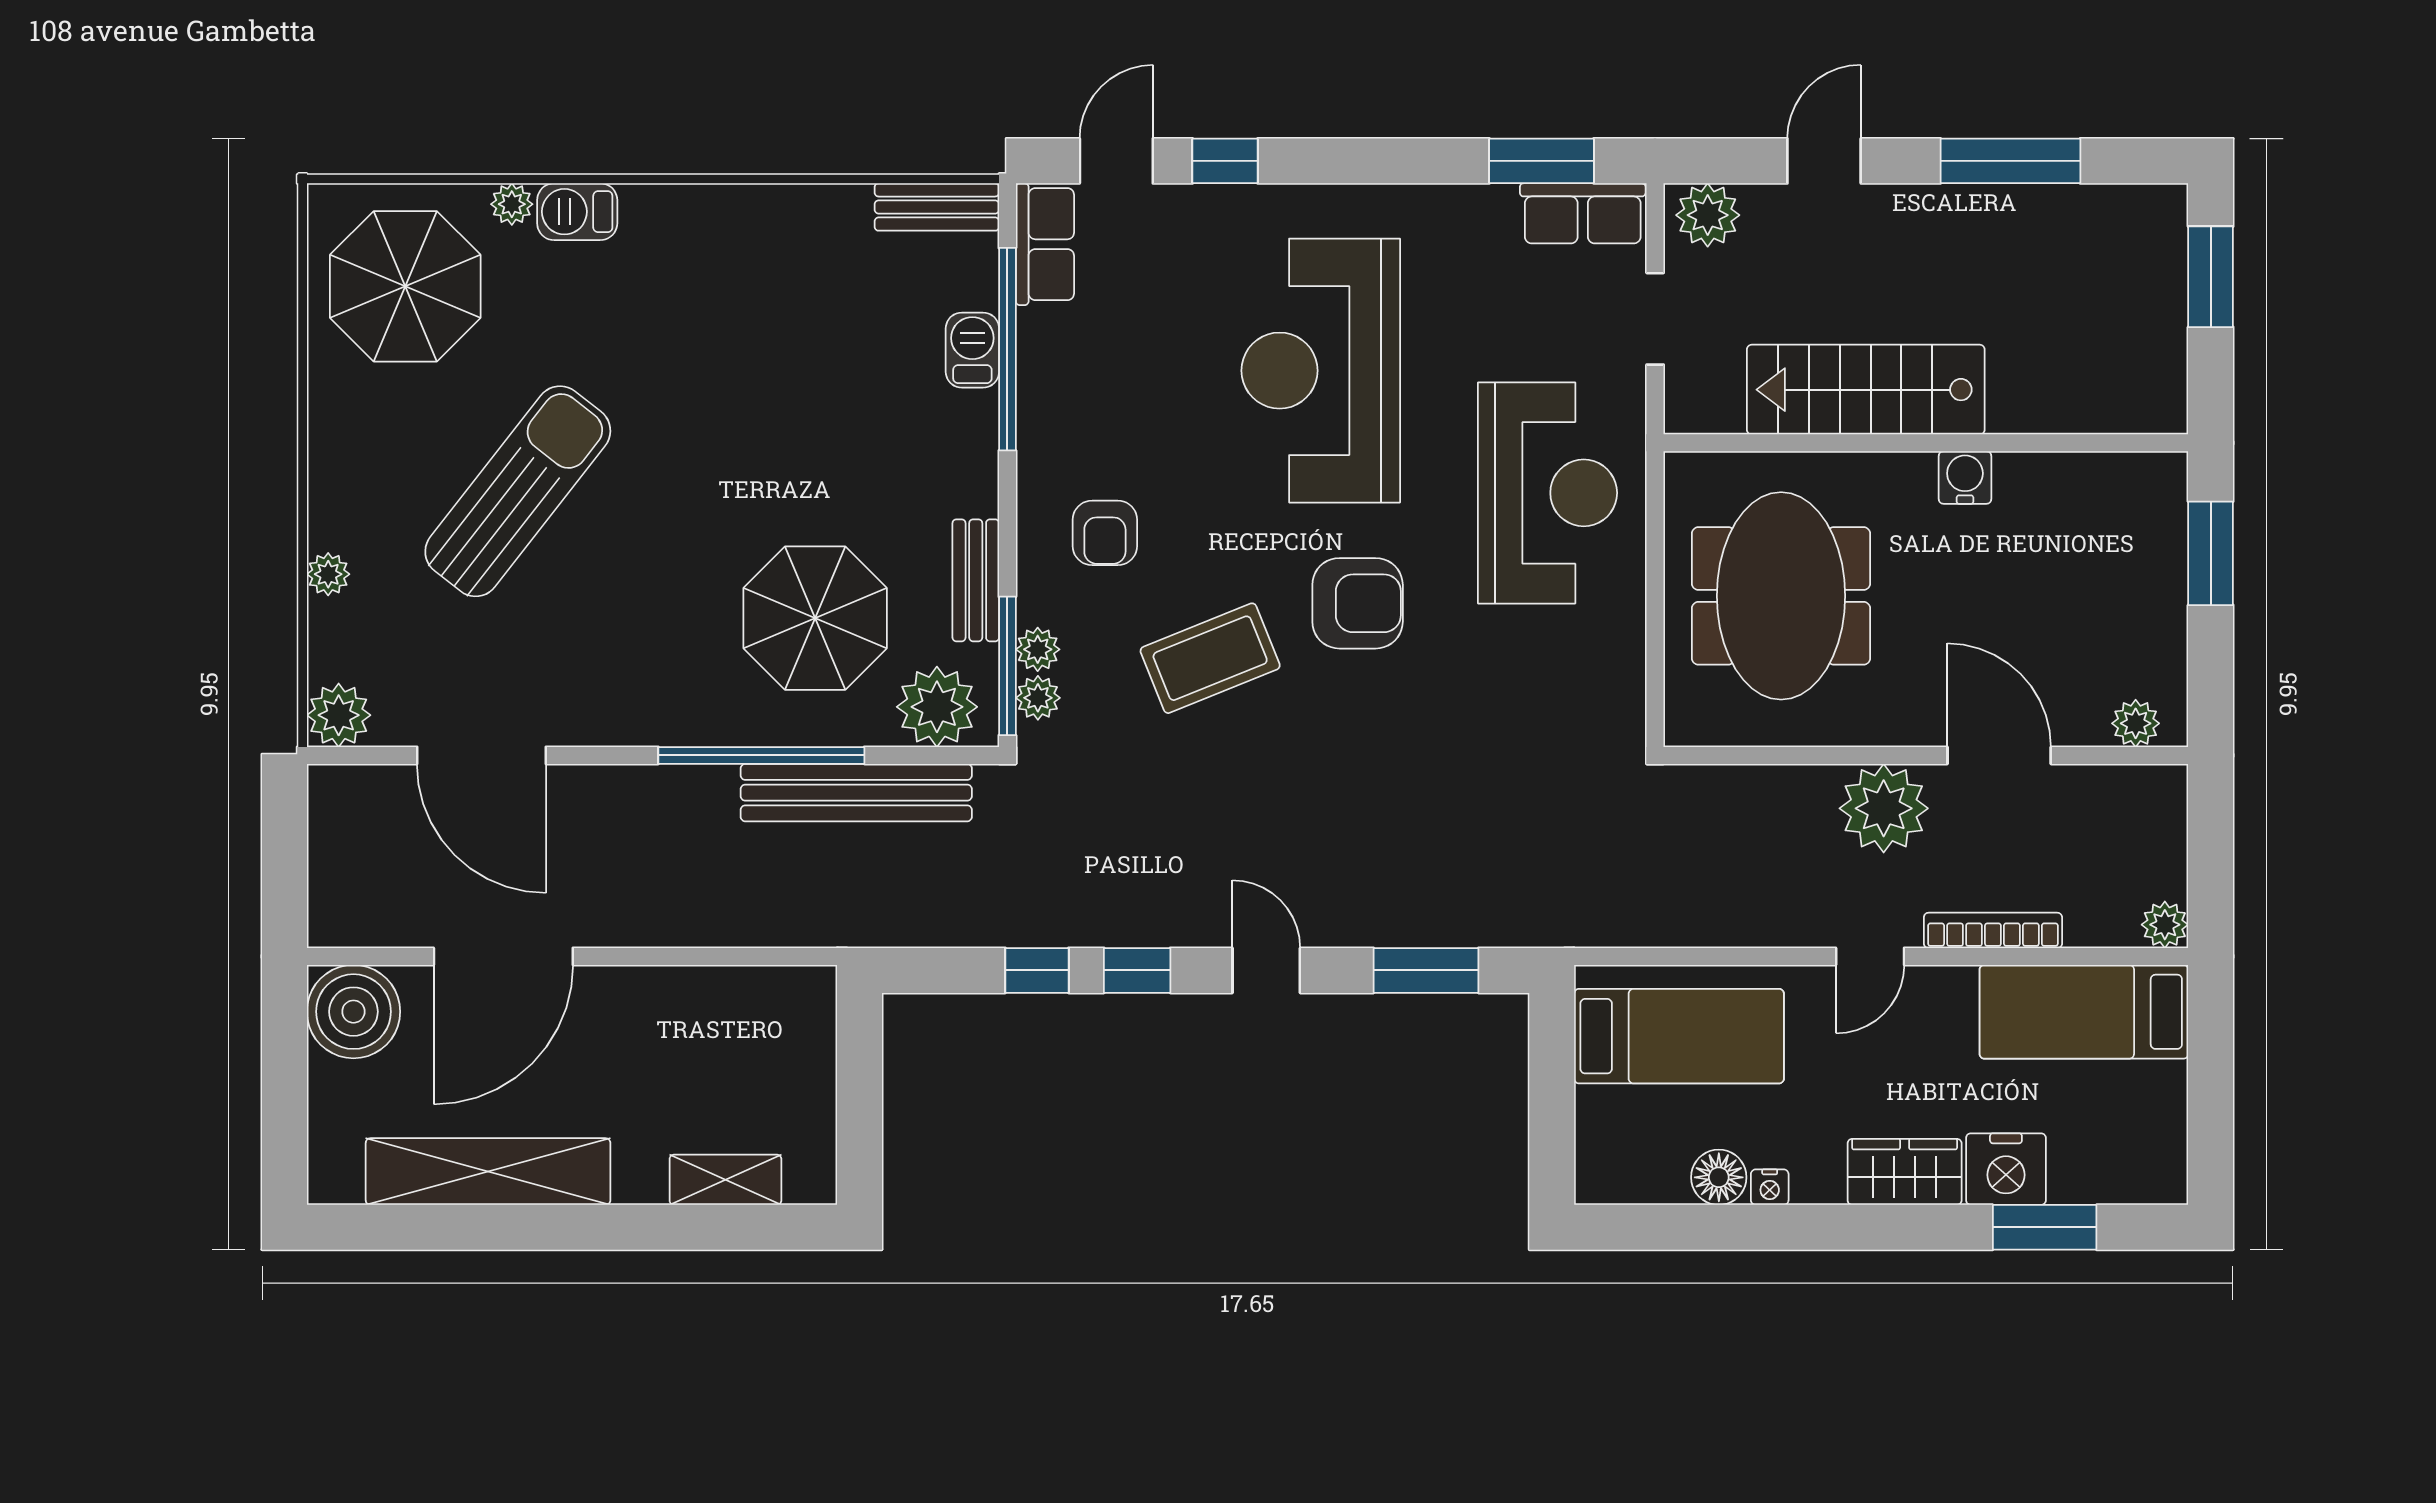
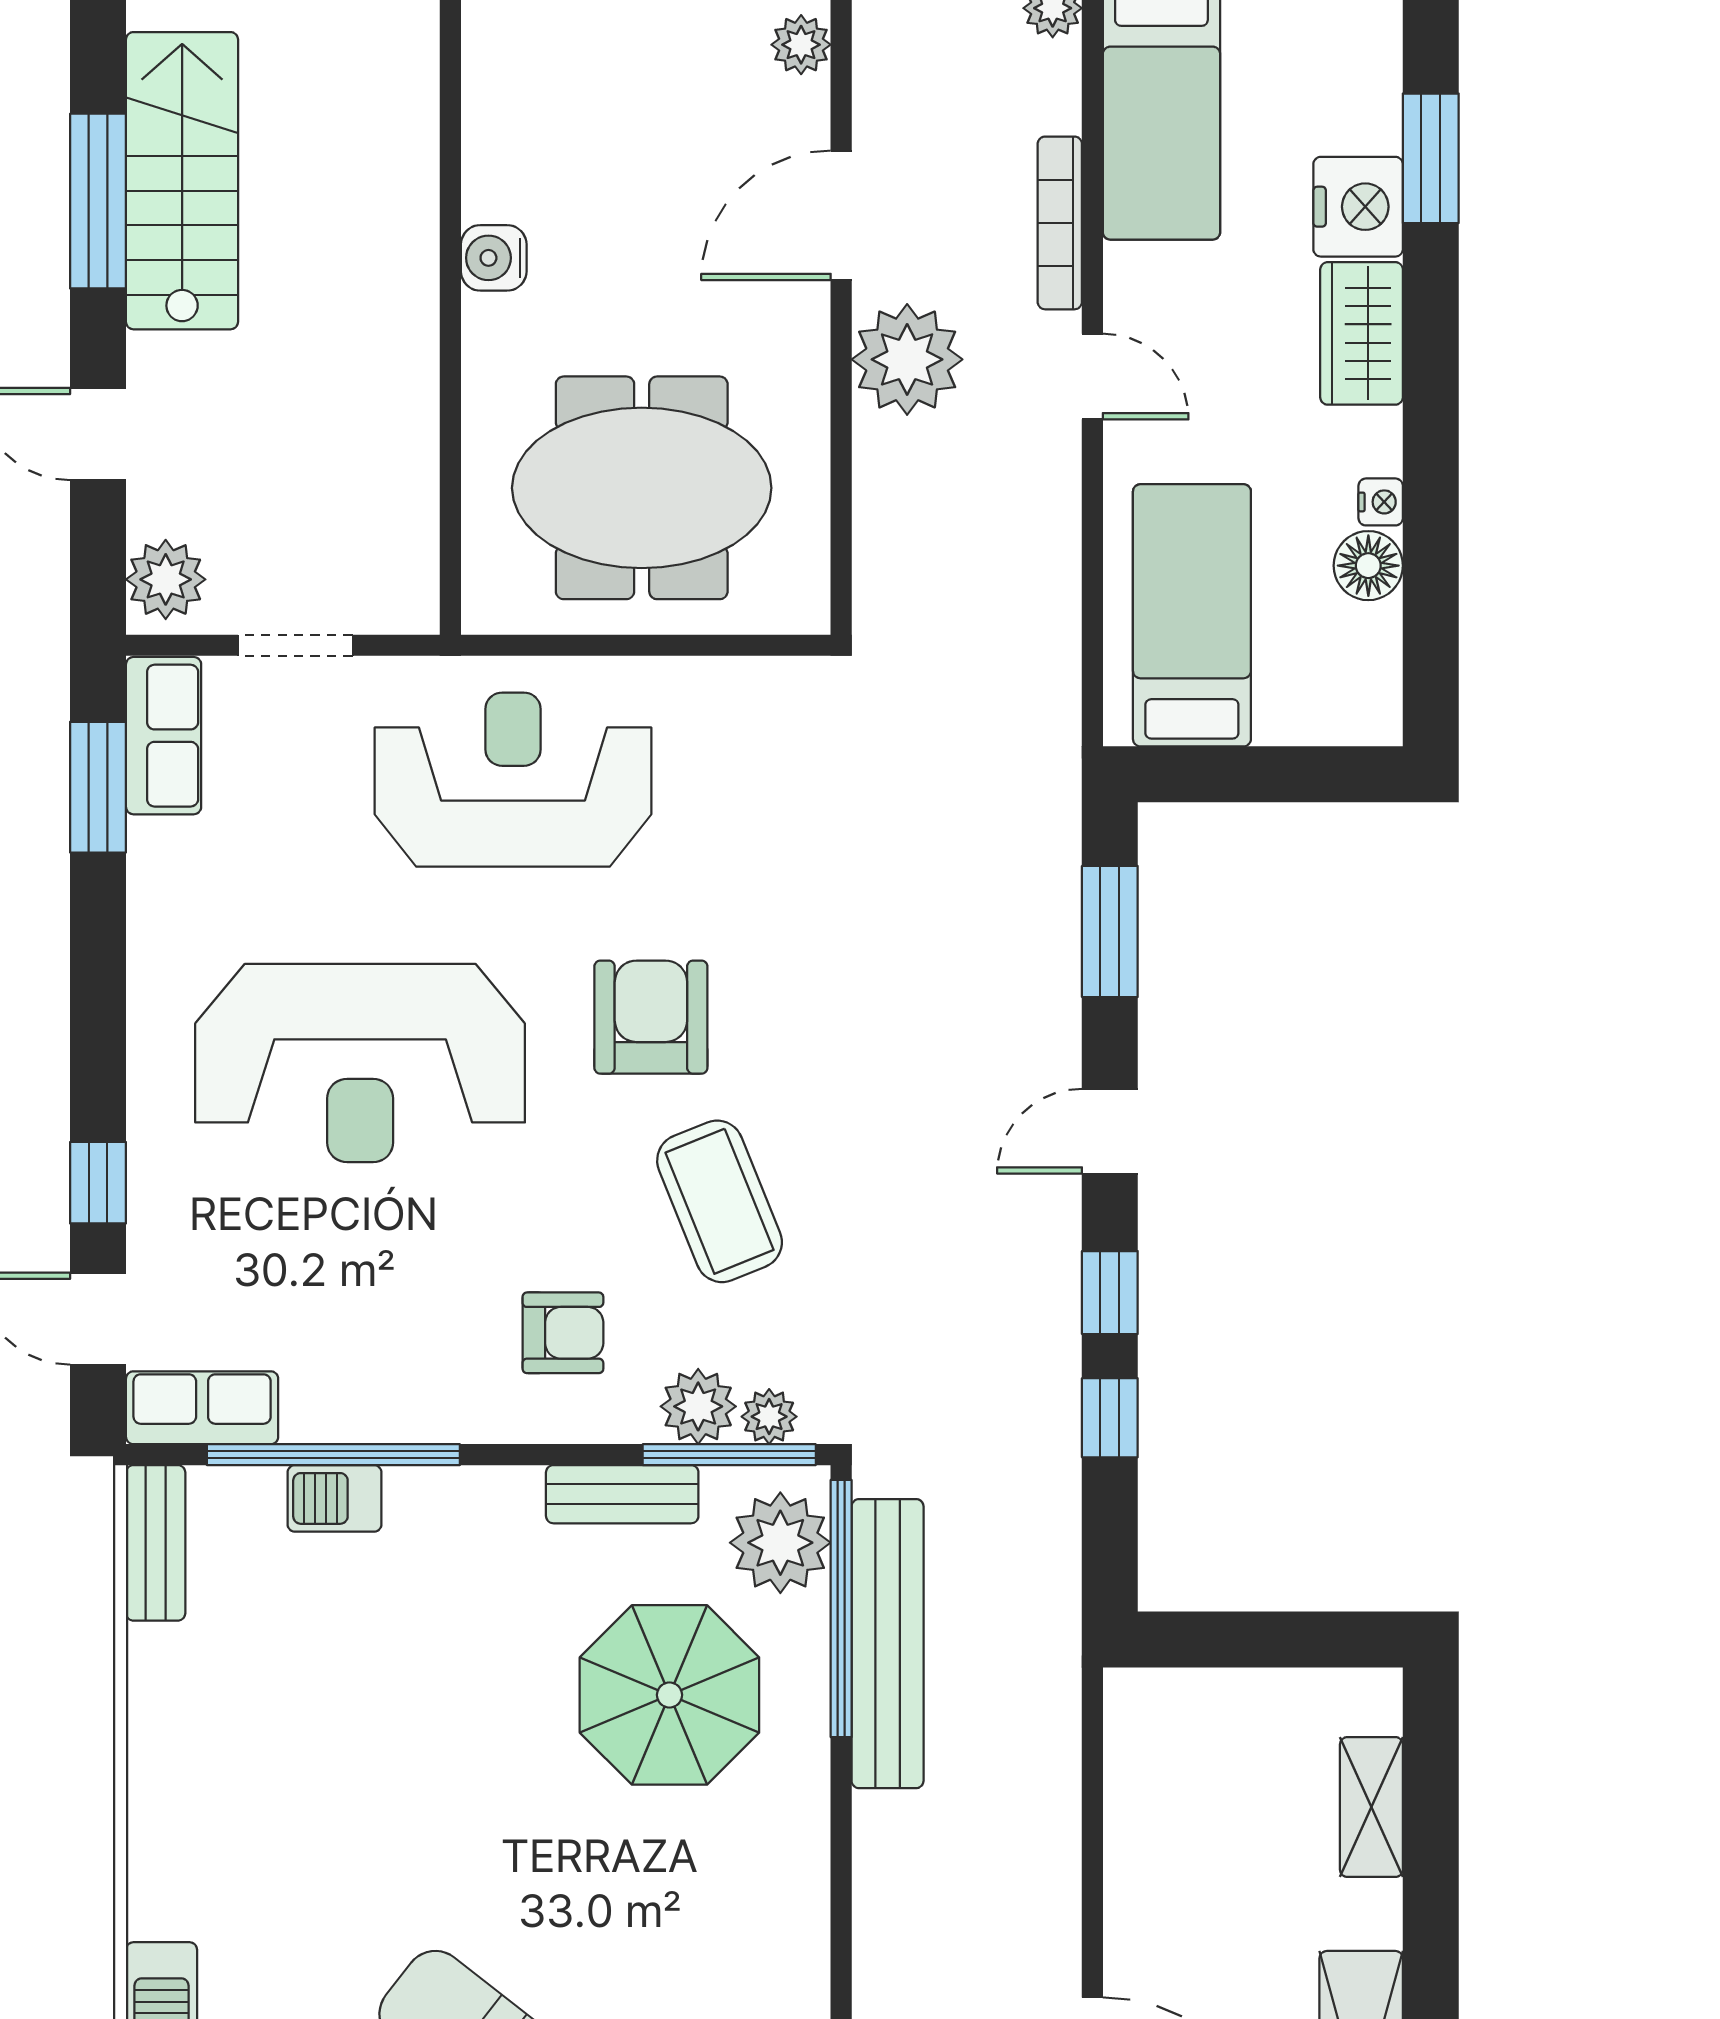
stairs: (1866, 390) -> (182, 181), moved, turned 180
plant: (1038, 649) -> (698, 1406), width x1.38, depth x1.38
window: (761, 755) -> (841, 1609), moved

